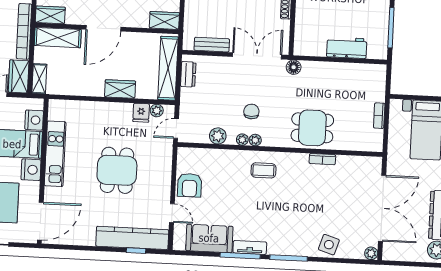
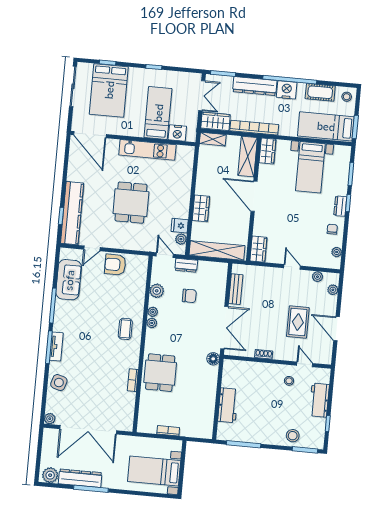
dresser: (188, 74) -> (186, 265), moved
chair: (251, 111) -> (189, 296), moved
nightstand: (31, 170) -> (135, 128), removed
dining table: (117, 170) -> (131, 203), turned 90
tv unit: (250, 247) -> (56, 347), moved

